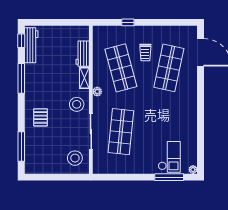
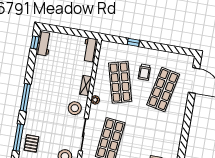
workbench: (31, 45) -> (44, 44), width x0.73
workbench: (83, 54) -> (90, 50), moved
window: (21, 78) -> (25, 97), moved
pallet: (41, 117) -> (31, 143), moved

